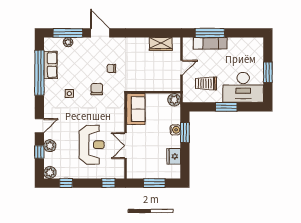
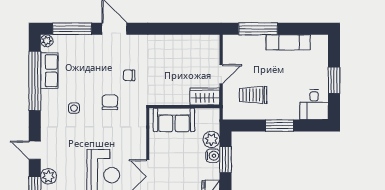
plant: (68, 42) -> (47, 41), moved
exam couch: (210, 43) -> (288, 42), moved
wardrobe: (161, 44) -> (205, 97), moved, turned 180
desk: (243, 87) -> (314, 105), width x0.53, depth x0.77
plant: (174, 100) -> (211, 139), moved
sofa: (136, 109) -> (174, 120), moved, turned 90
door: (39, 126) -> (35, 150), swing flipped

